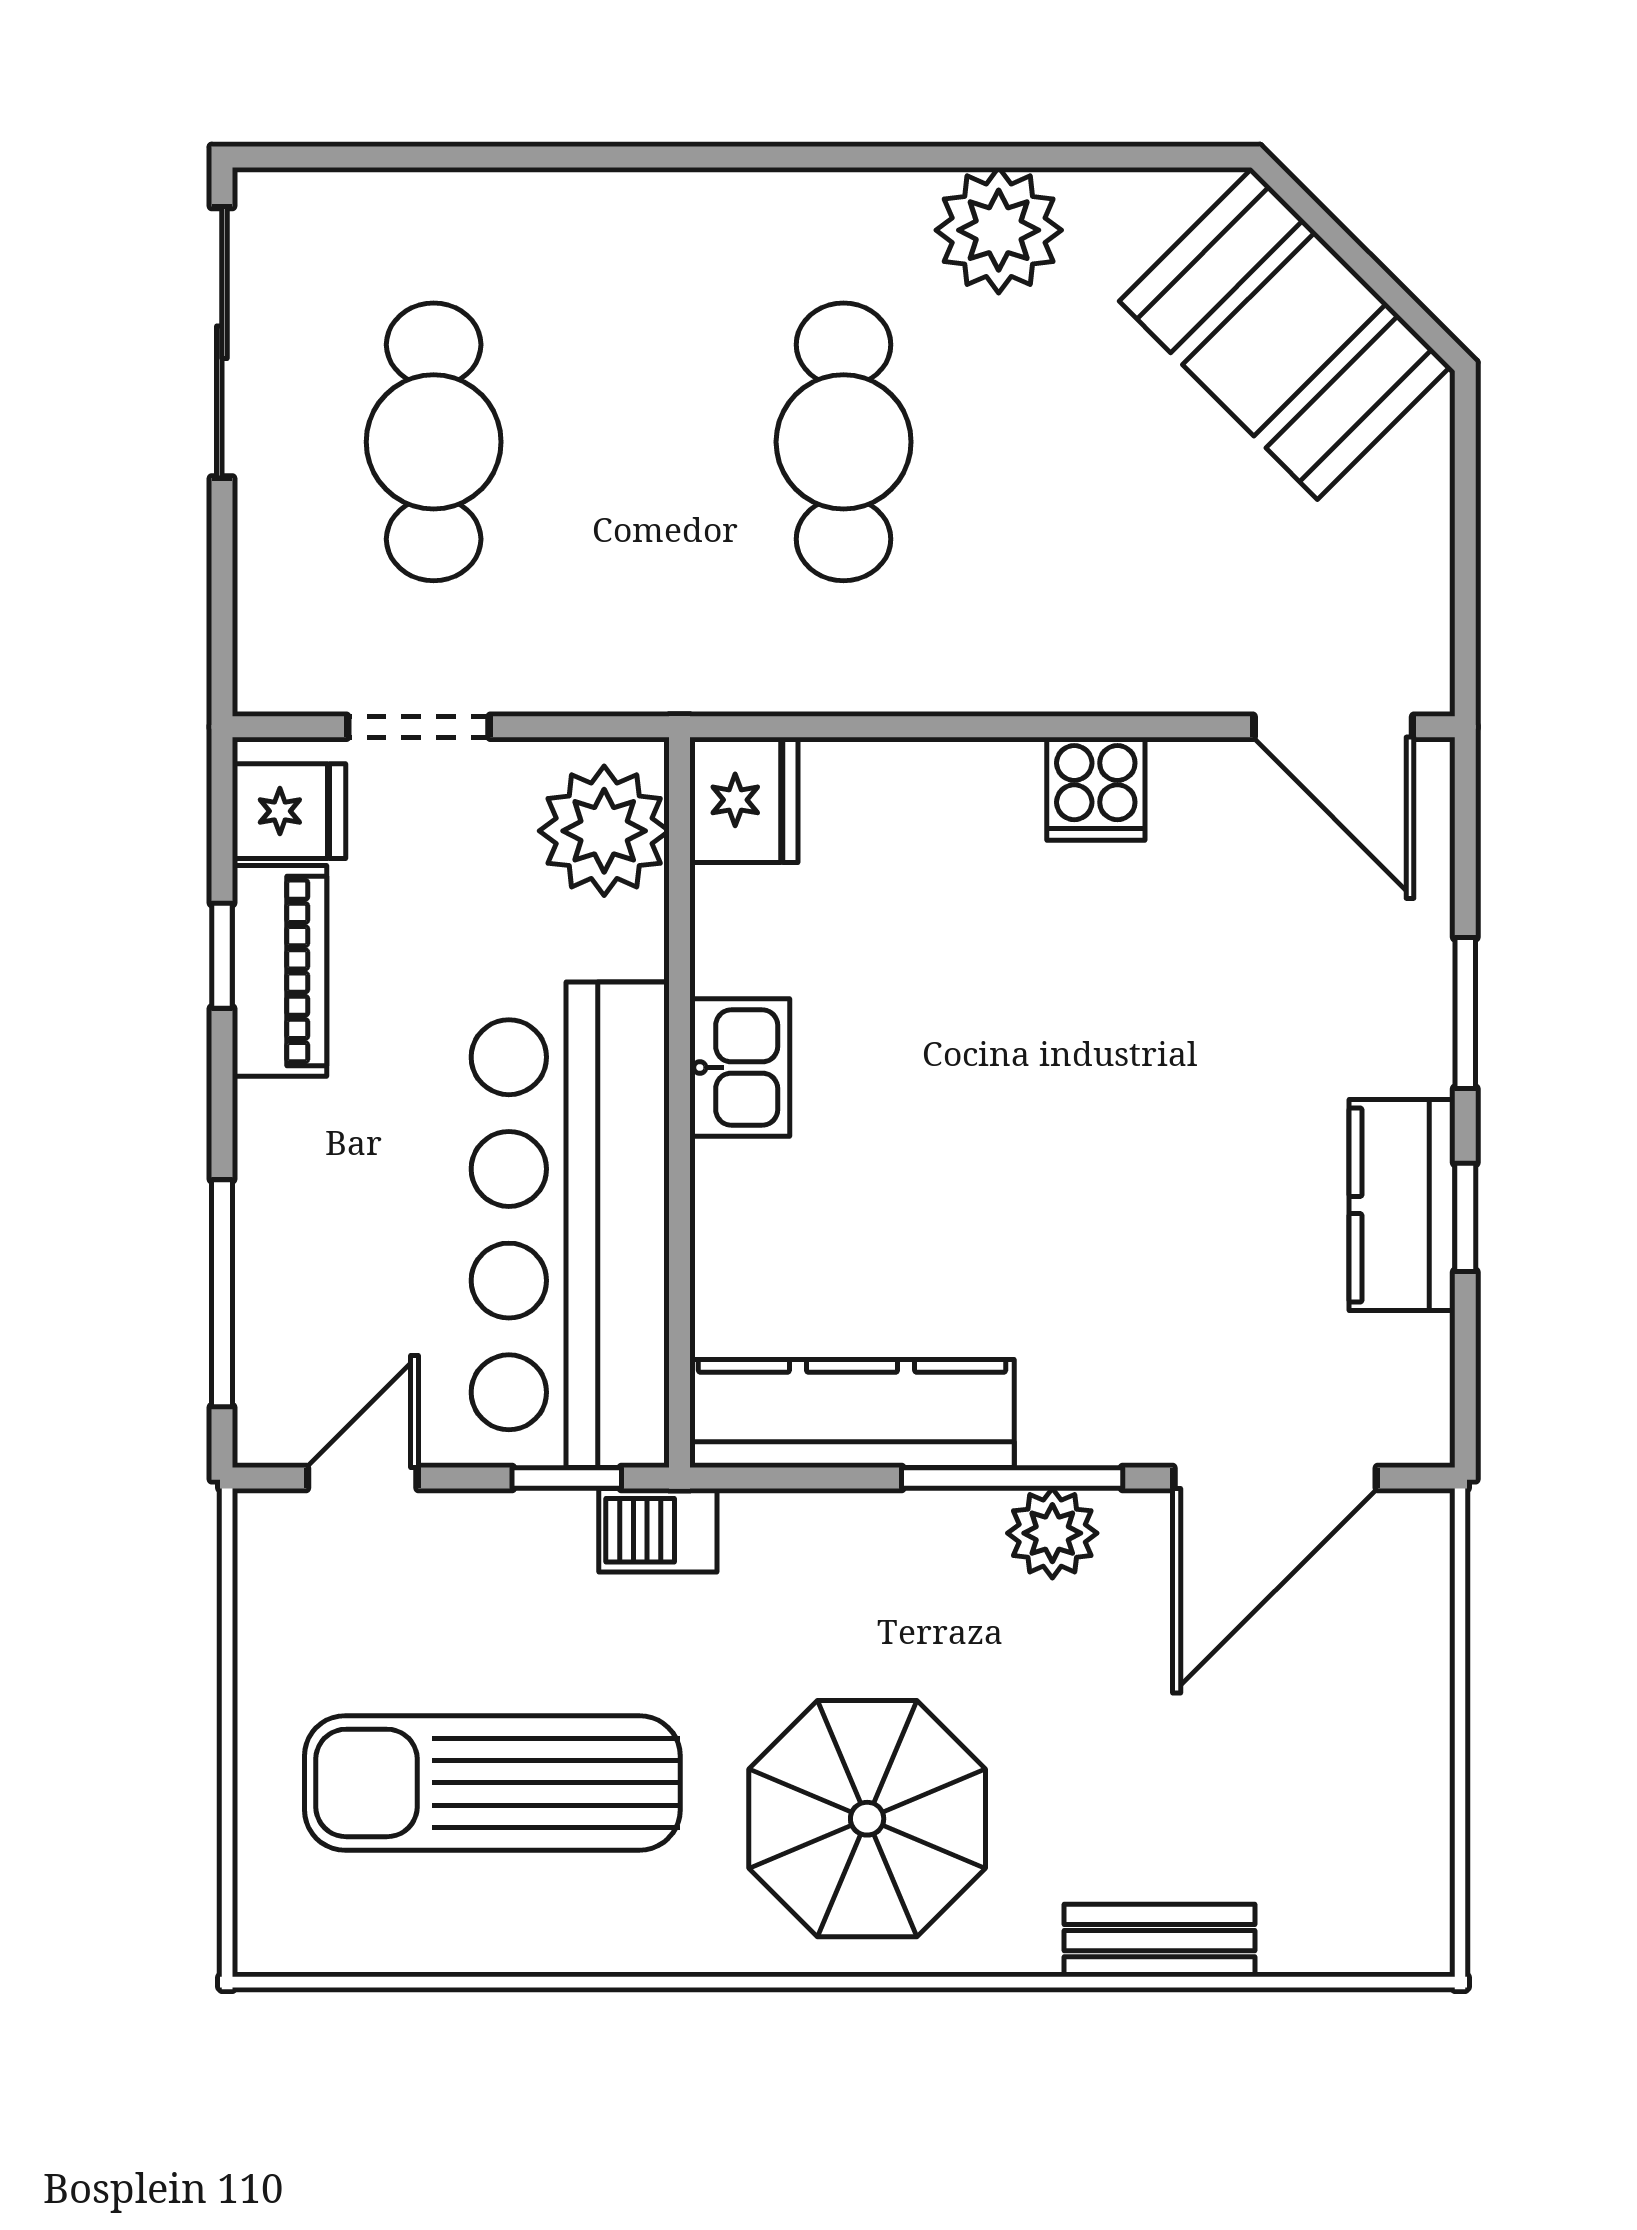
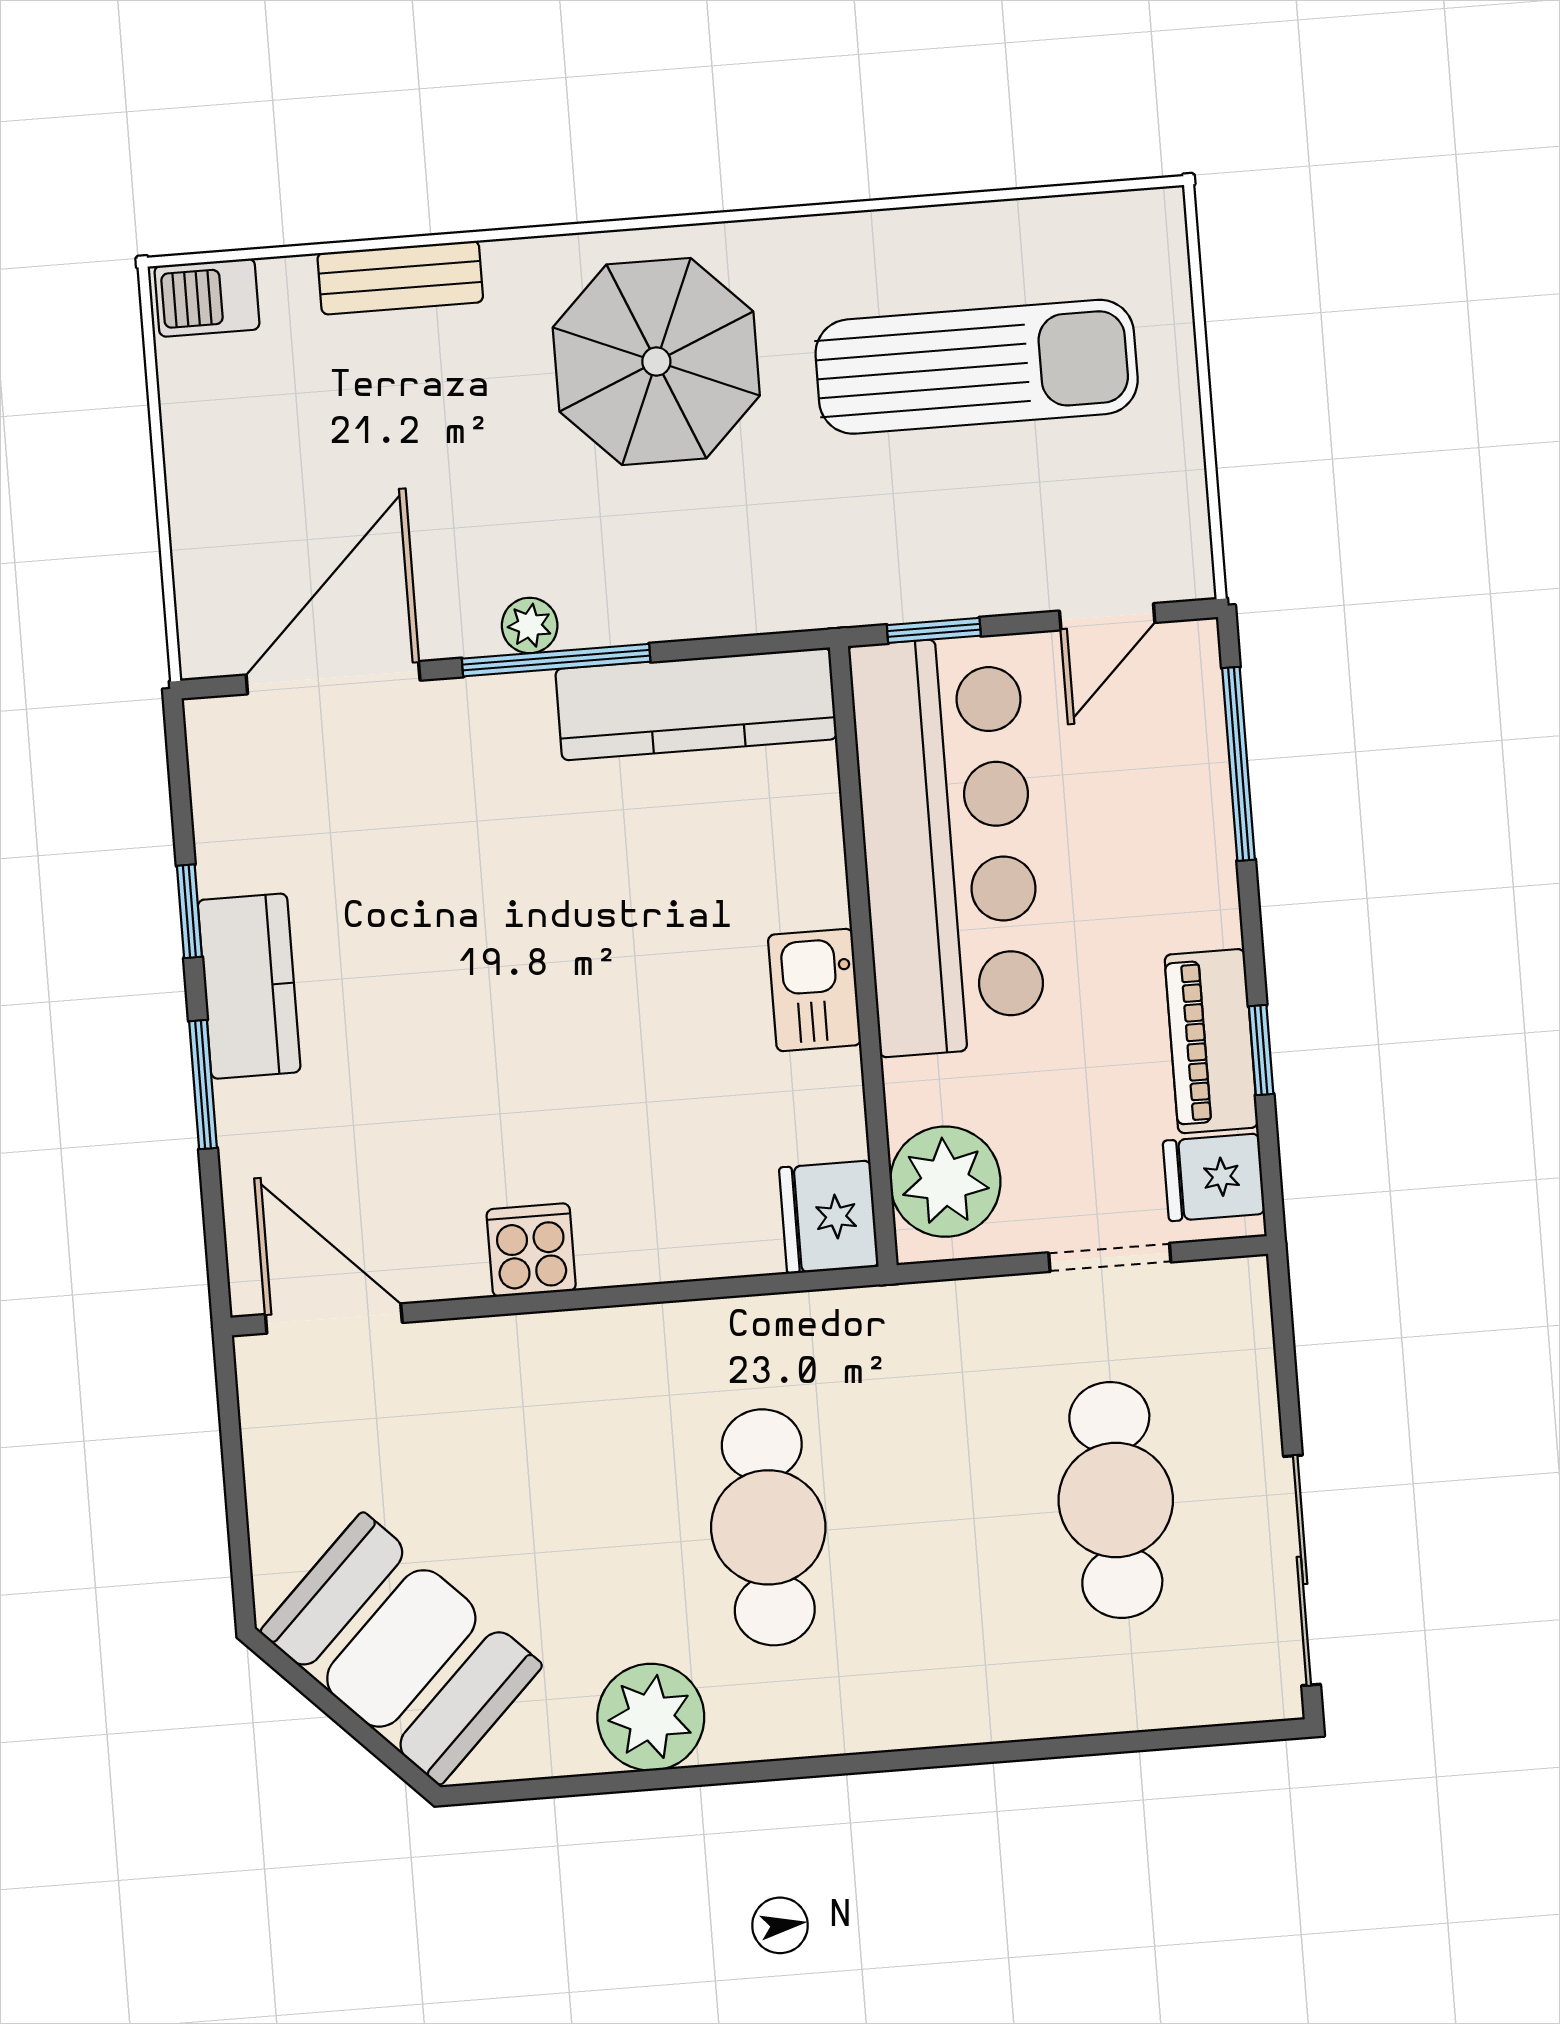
kitchen counter: (1402, 1205) -> (249, 986), moved
barbecue: (658, 1530) -> (207, 298), moved, turned 180
plant: (1052, 1533) -> (530, 625), width x0.73, depth x0.73

